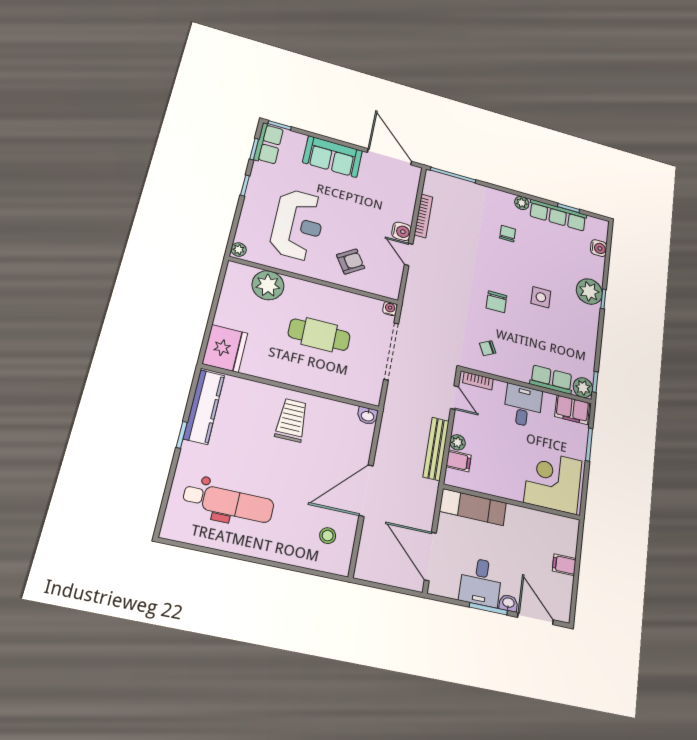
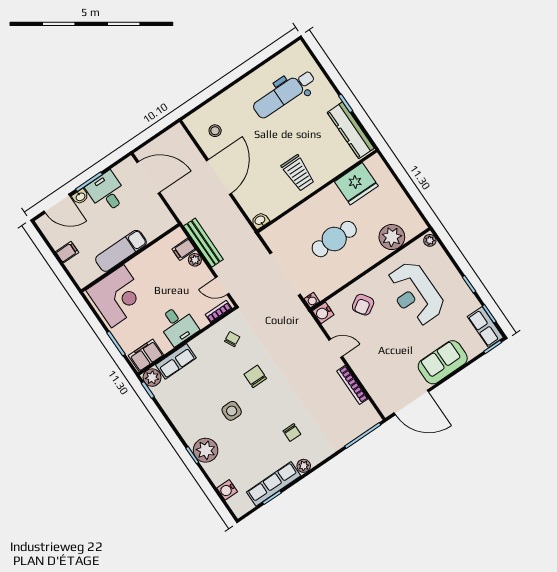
water cooler: (401, 231) -> (323, 313), moved
fridge: (225, 348) -> (356, 184), moved, turned -90
exam couch: (473, 507) -> (121, 251), moved

